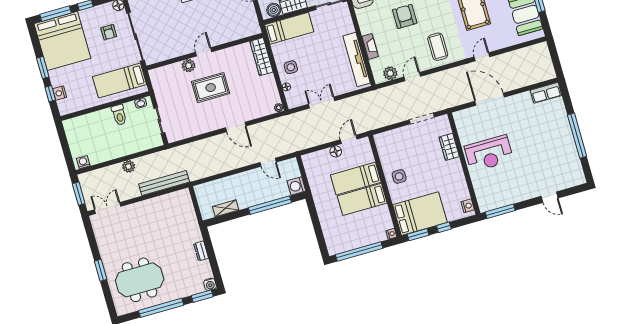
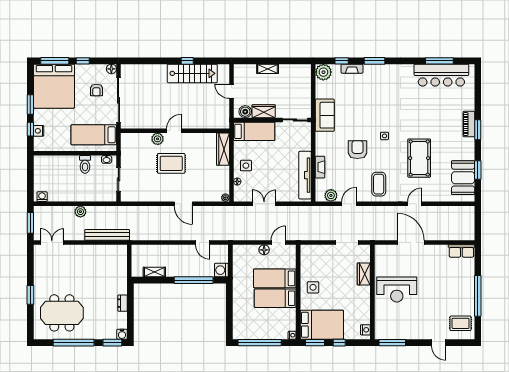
rug: (567, 170) -> (461, 323), added

